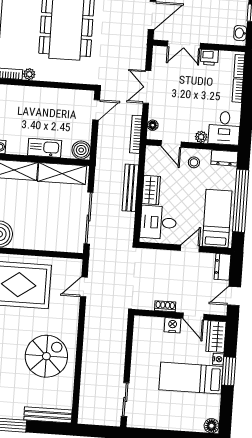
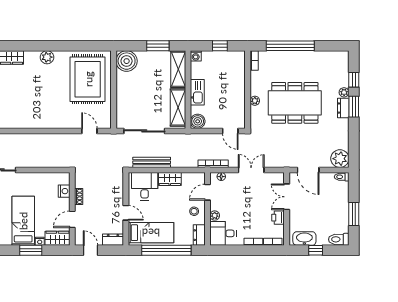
washbasin: (240, 33) -> (304, 239), width x1.91, depth x1.45
plant: (29, 74) -> (255, 101), moved
bench: (130, 188) -> (152, 162), moved
nightstand: (173, 325) -> (64, 191), moved
spiral stairs: (46, 356) -> (33, 105), removed

